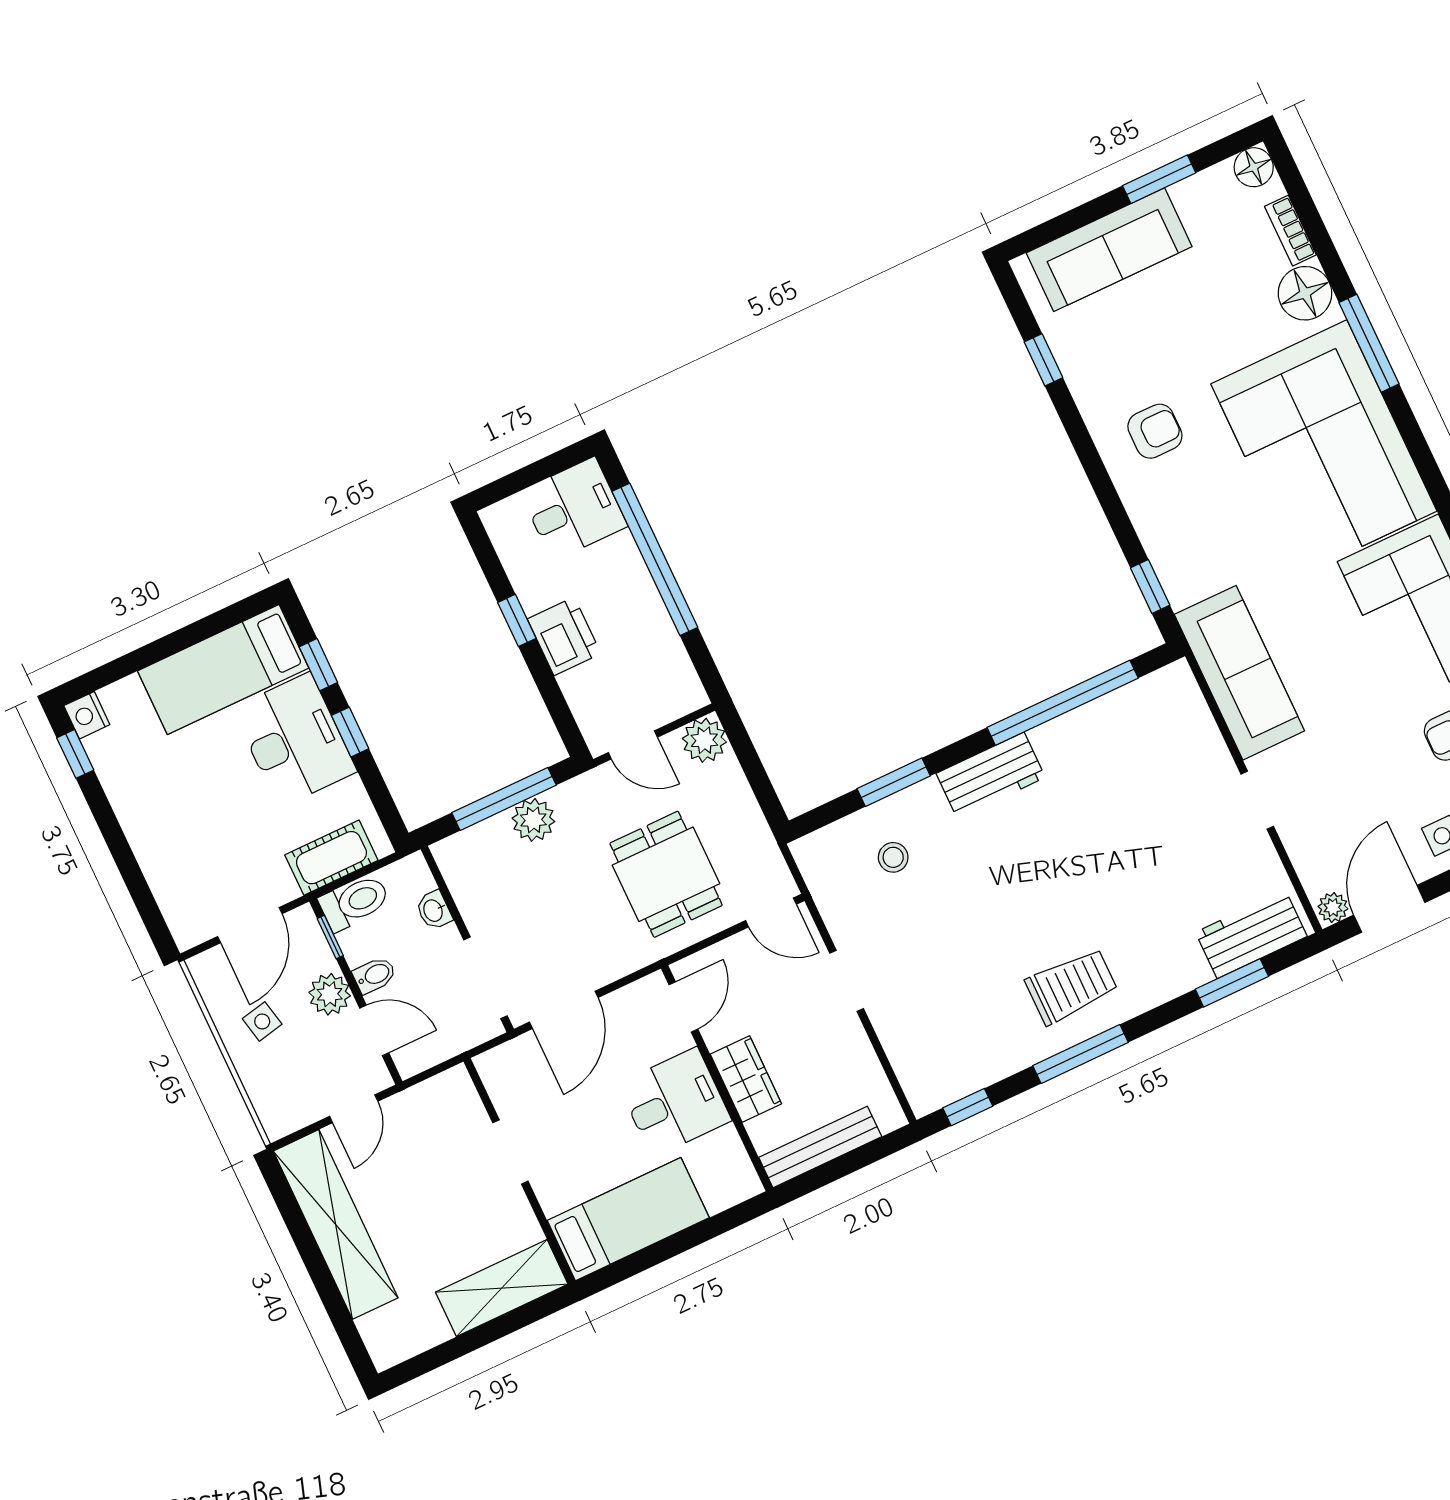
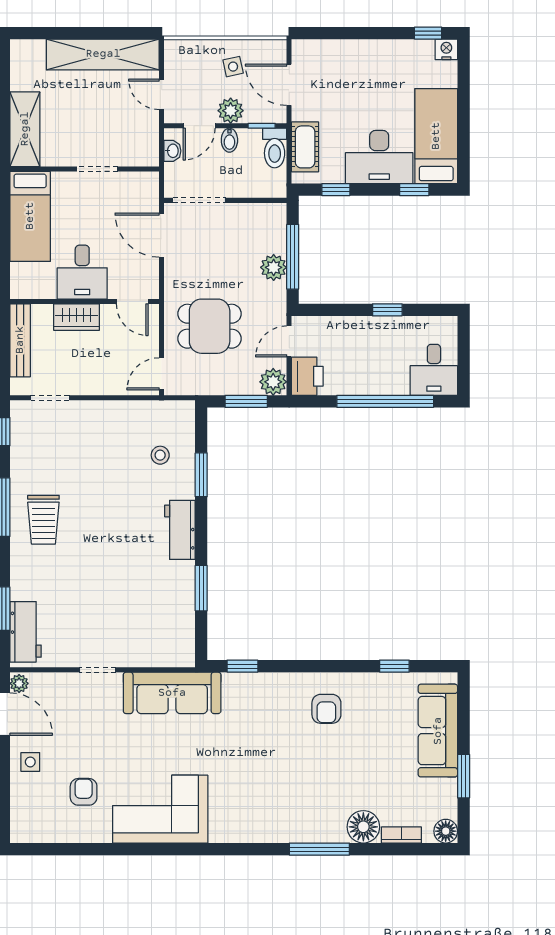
corner sofa: (1324, 447) -> (274, 797), removed
printer: (564, 636) -> (307, 376), moved, turned -90
window: (1063, 703) -> (201, 588), width x0.47
window: (350, 732) -> (336, 190), moved
window: (752, 767) -> (246, 401), added
washbasin: (434, 910) -> (172, 151), moved, turned 90
doorway: (847, 981) -> (50, 398), moved

